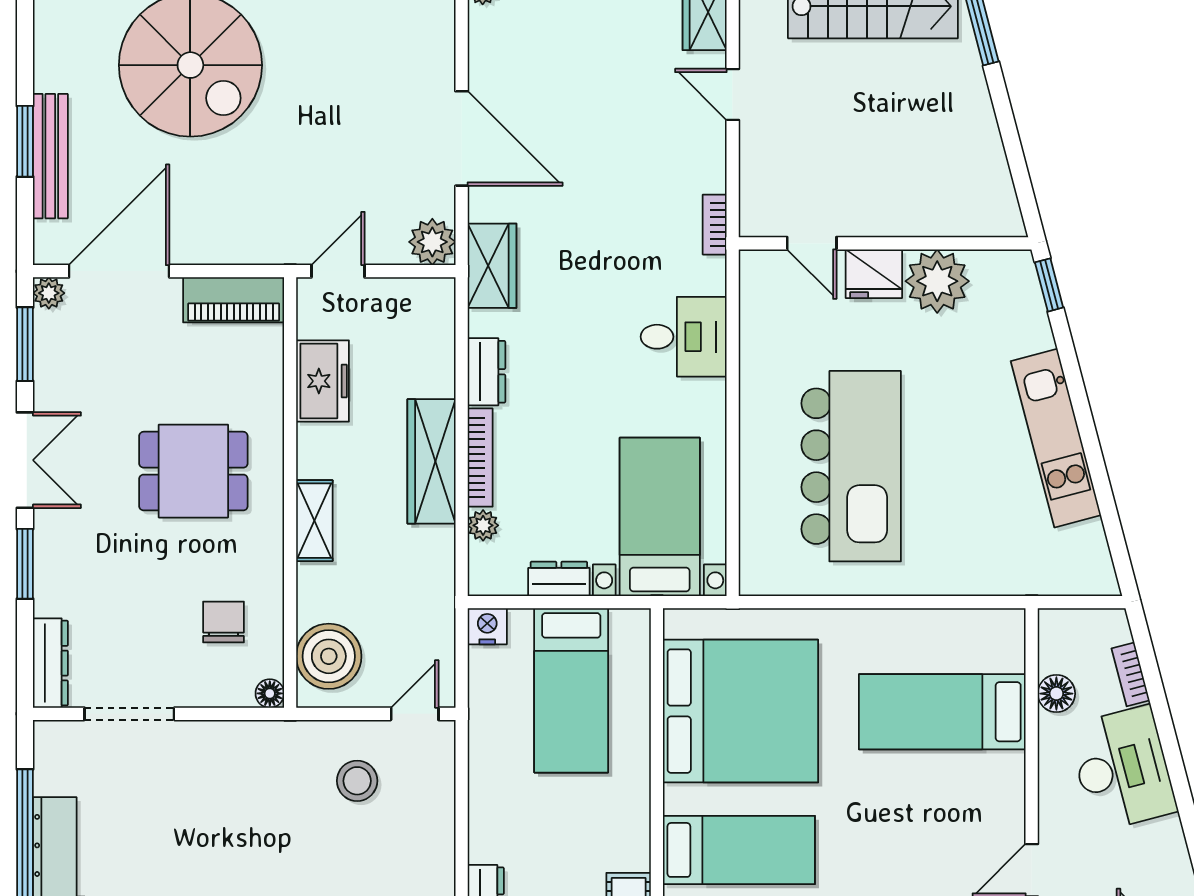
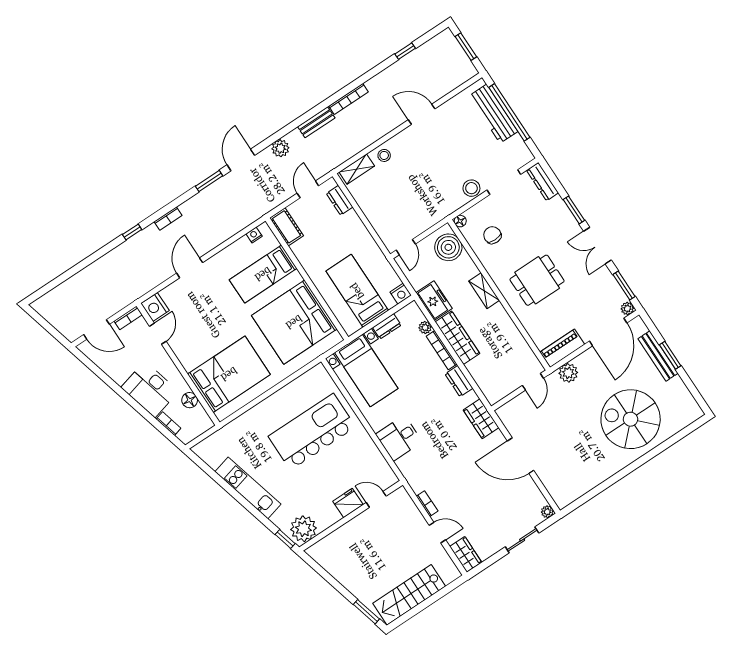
bookcase: (715, 225) -> (427, 504), moved
plant: (432, 242) -> (568, 373), moved
plant: (937, 281) -> (303, 529), moved
freezer: (323, 381) -> (434, 301), moved, turned 180
kitchen island: (851, 466) -> (312, 432), turned 90
chair: (223, 622) -> (492, 235), turned 180
bed: (942, 712) -> (229, 374), width x1.50
stool: (357, 781) -> (471, 188), moved

